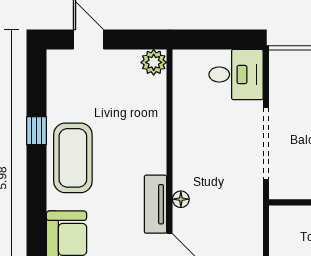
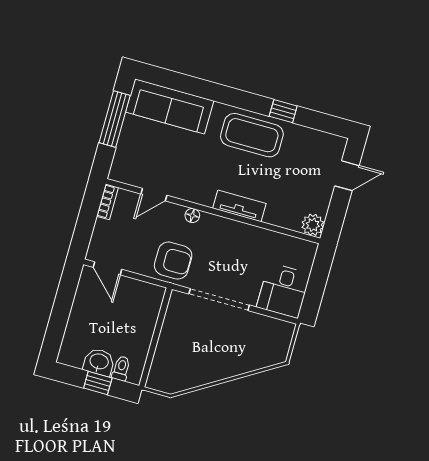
tv unit: (155, 204) -> (239, 206), moved
armchair: (237, 207) -> (173, 261), added

